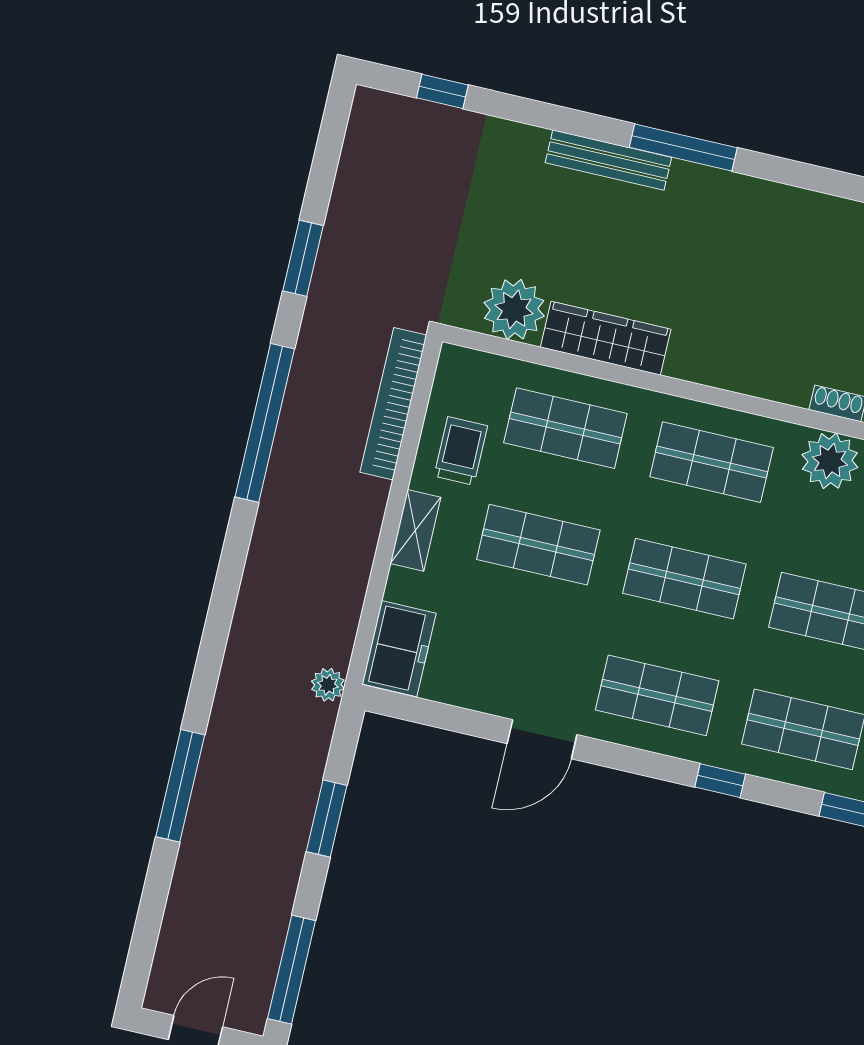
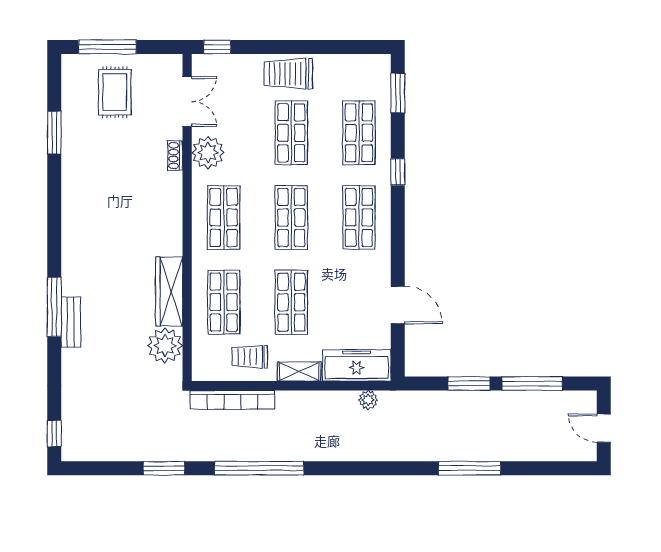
window: (442, 91) -> (54, 434), moved
window: (683, 148) -> (54, 307), moved
bench: (608, 160) -> (71, 322), width x0.73
freezer: (399, 649) -> (357, 365), width x1.40
plant: (328, 685) -> (368, 400), moved
door: (542, 739) -> (398, 305), moved
window: (292, 970) -> (532, 383), moved

